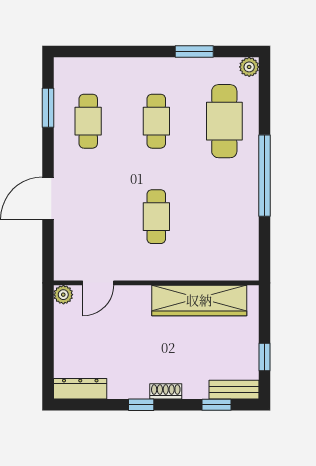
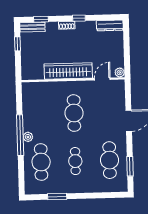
plant: (249, 67) -> (28, 137), moved
cafe table: (88, 121) -> (110, 160), width x1.37, depth x1.35
cafe table: (156, 217) -> (74, 113), width x1.37, depth x1.35
wardrobe: (199, 300) -> (68, 71), moved

